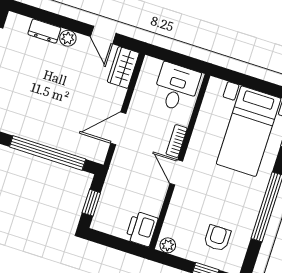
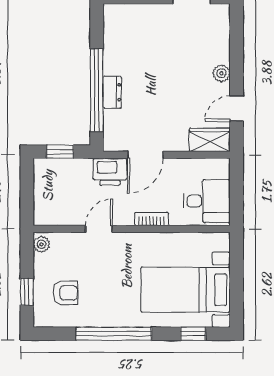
dresser: (44, 31) -> (112, 92), moved, turned 180
door: (118, 128) -> (145, 155), swing flipped
door: (176, 172) -> (99, 229), moved
printer: (142, 229) -> (110, 172), moved, turned 180

